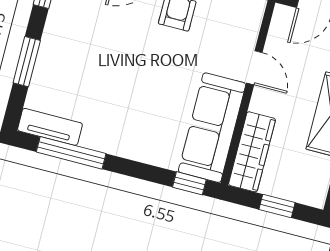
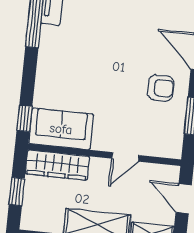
sofa: (212, 128) -> (61, 129), width x0.73

